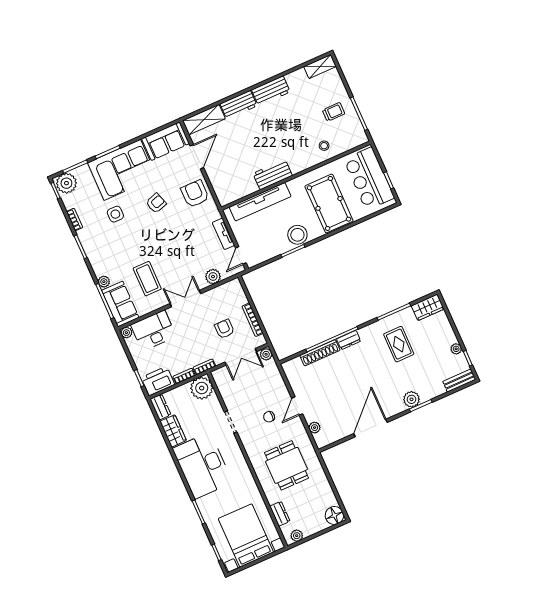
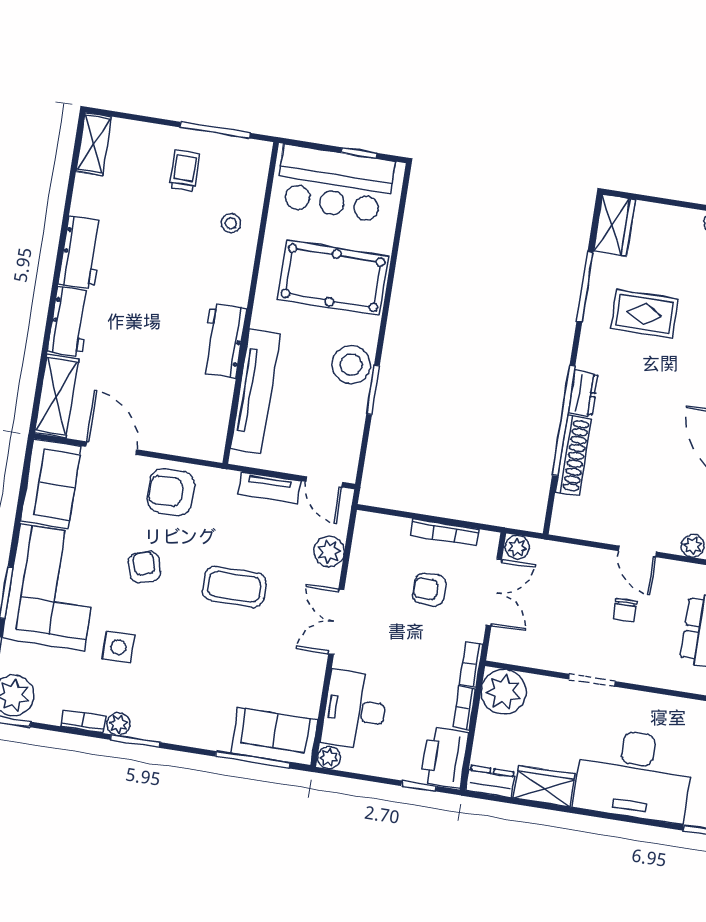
coffee table: (147, 279) -> (234, 587), moved
plant: (104, 282) -> (118, 724), moved

